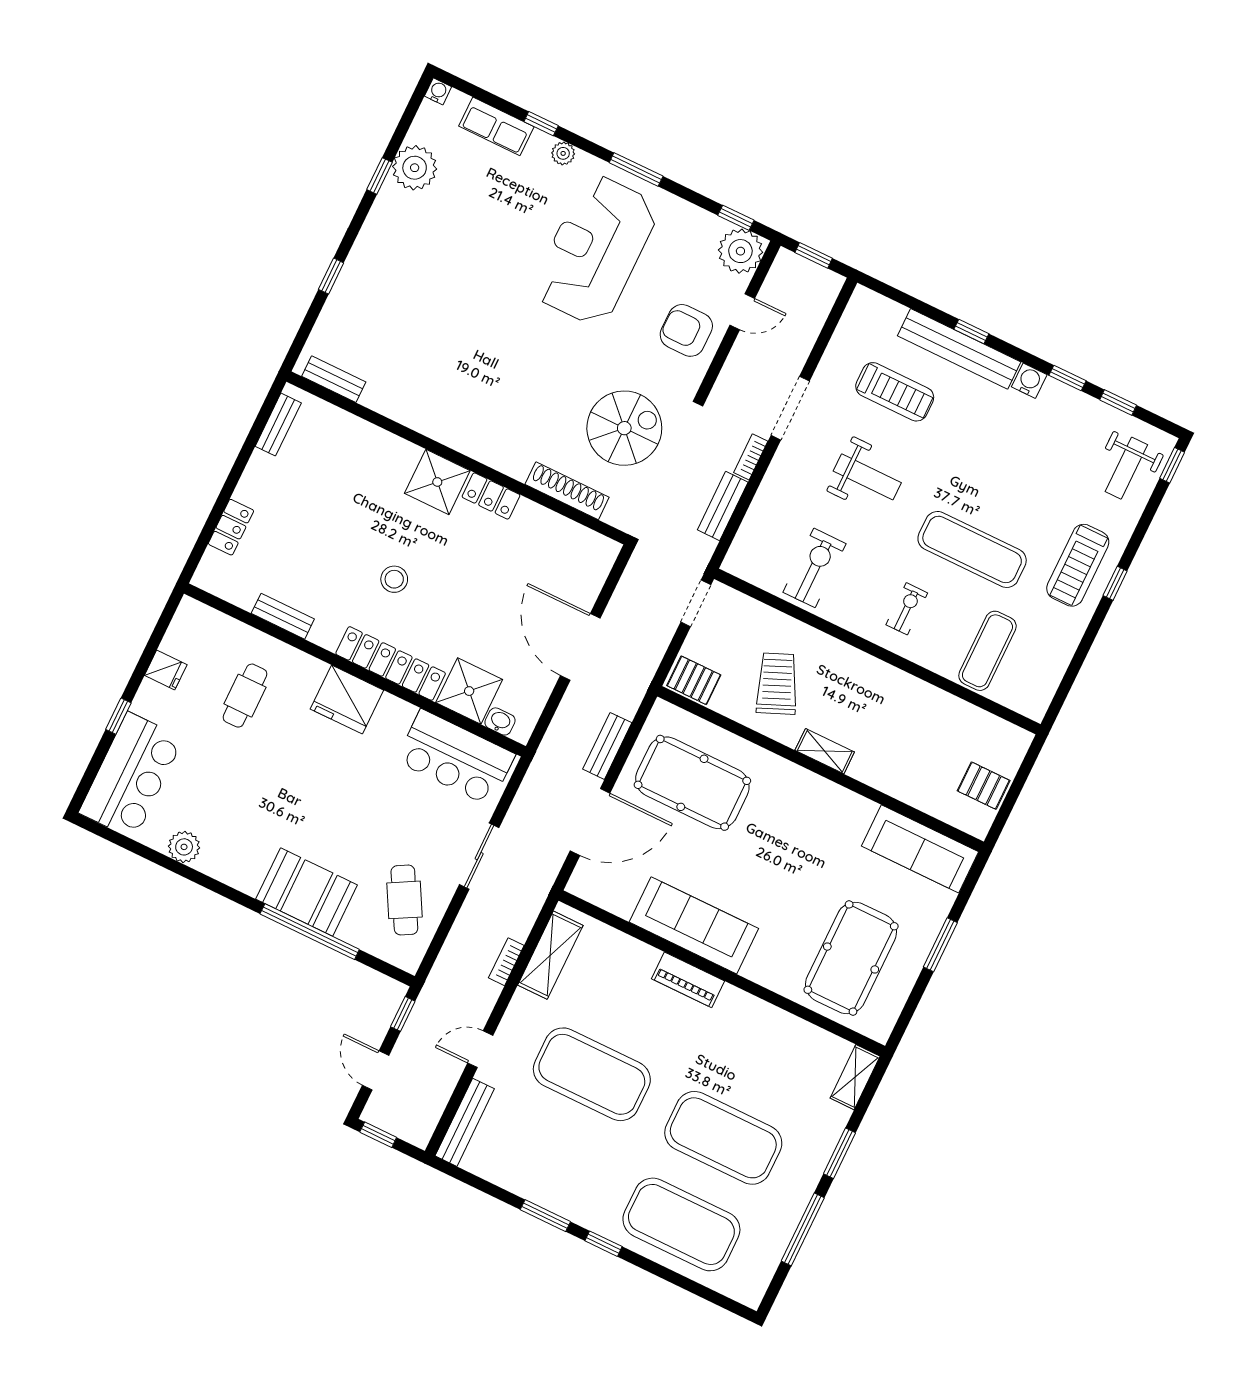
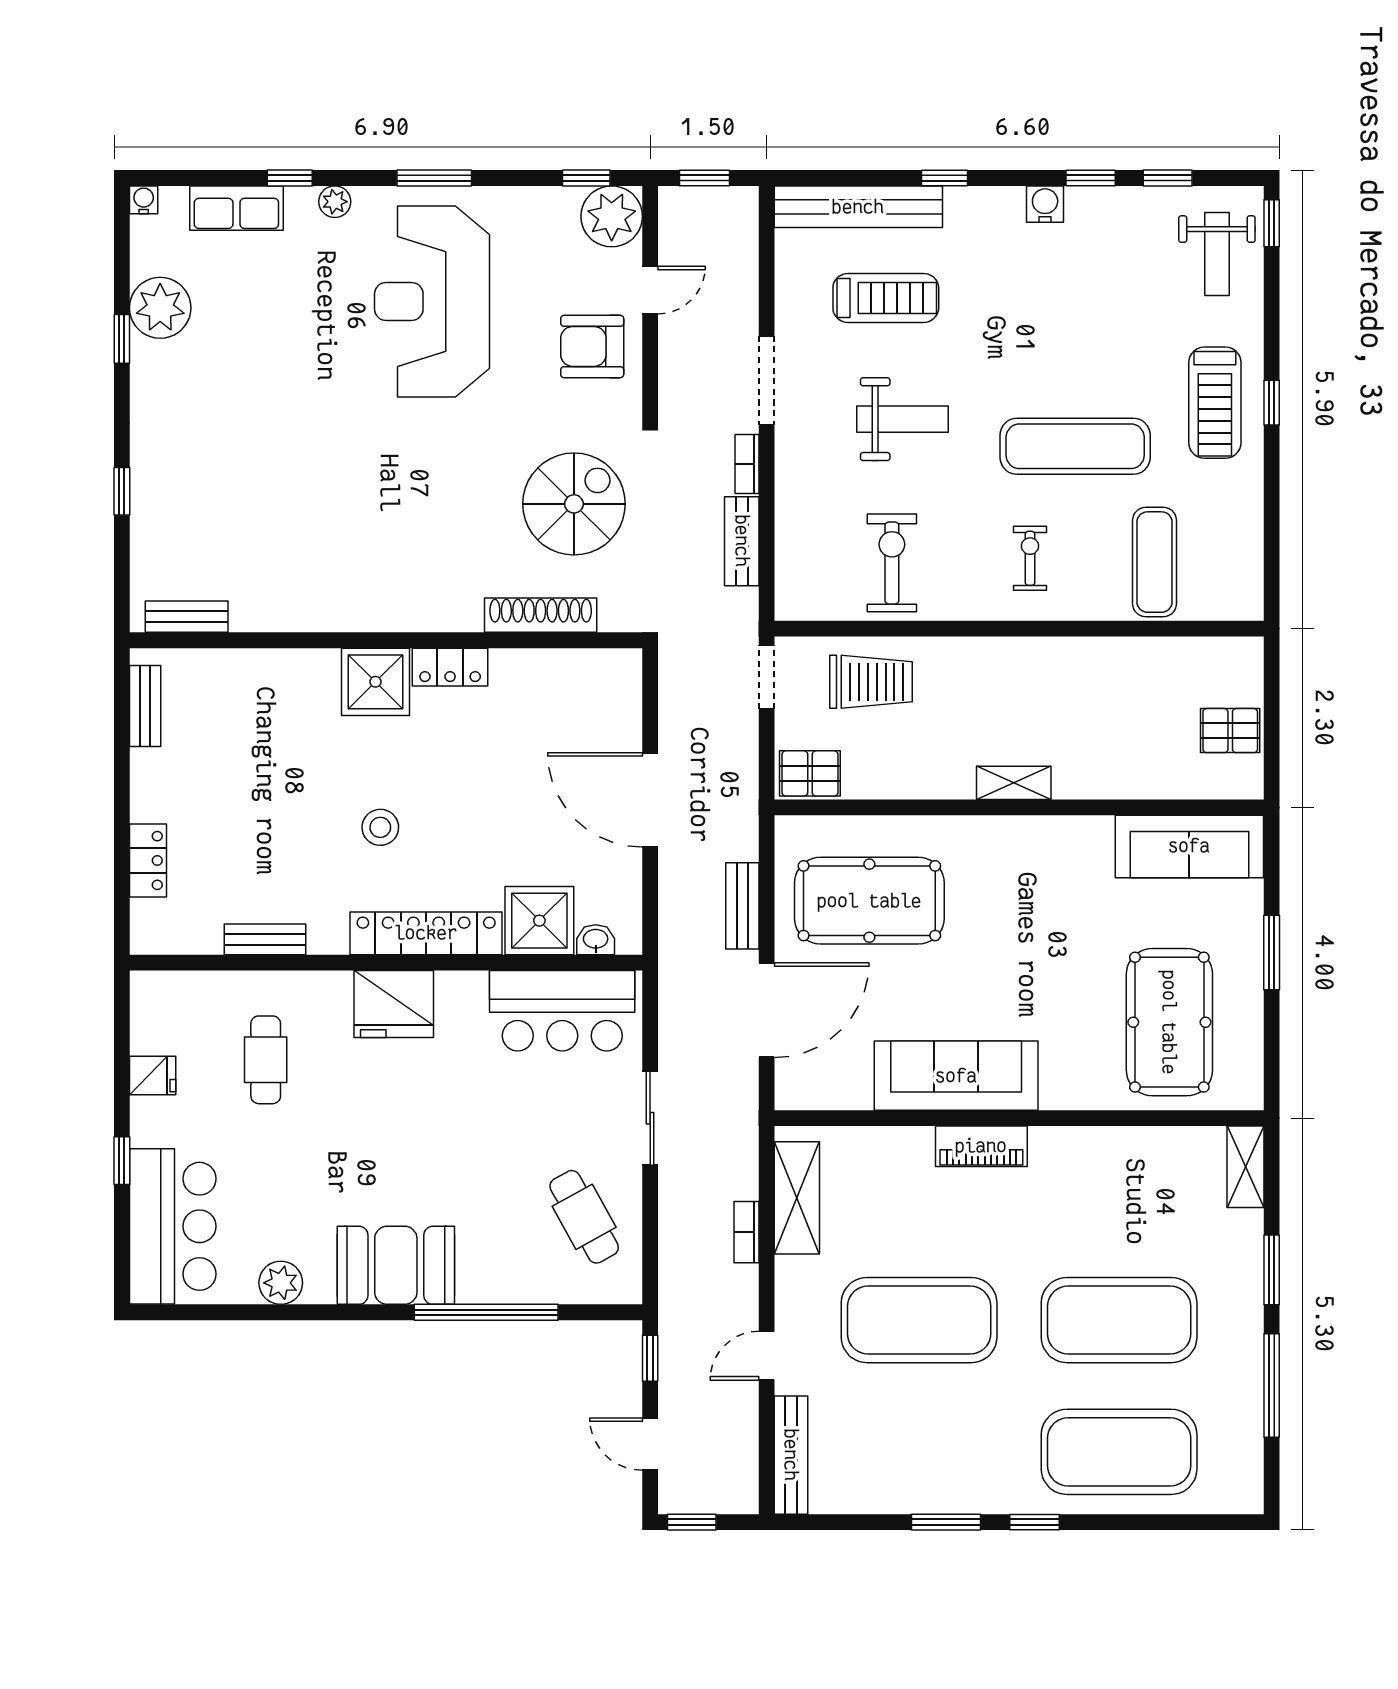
bench: (959, 349) -> (858, 207), moved
trolley: (777, 684) -> (871, 682), moved, turned 113
booth: (307, 892) -> (396, 1265), moved

